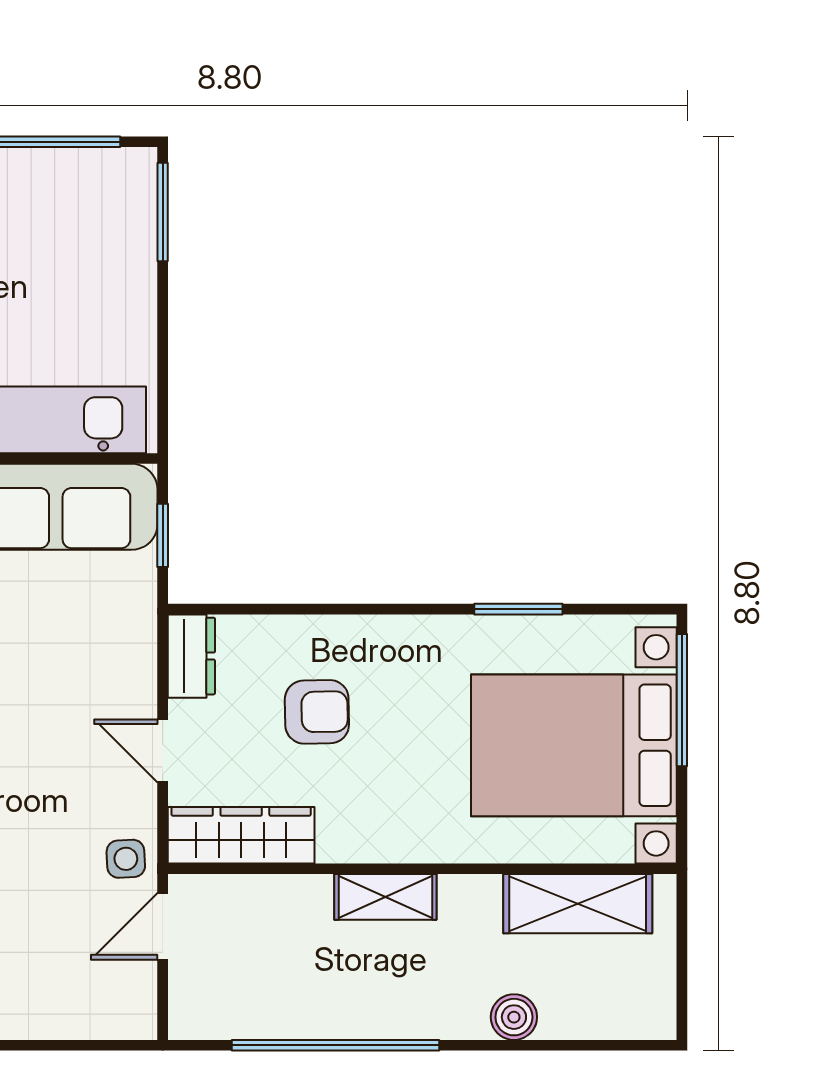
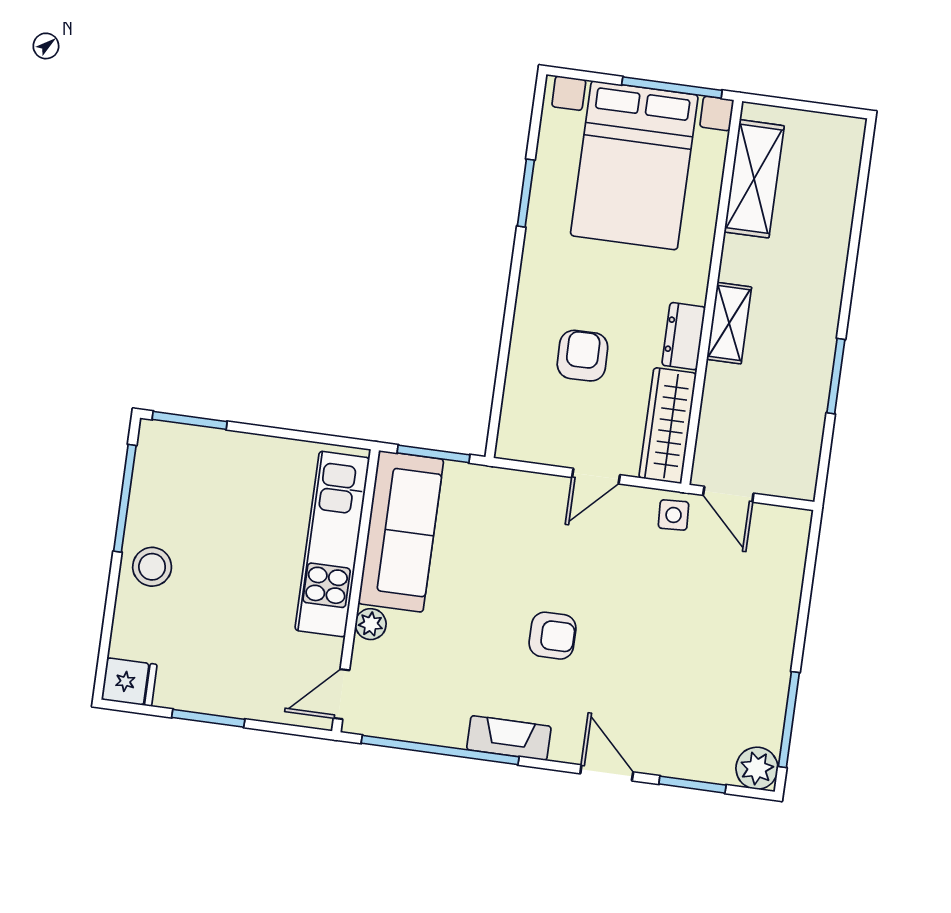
window: (163, 535) -> (434, 454), width x1.50
dresser: (191, 656) -> (684, 336), moved, turned -90
window: (682, 700) -> (672, 88), moved
boiler: (514, 1017) -> (833, 239), removed
window: (335, 1045) -> (836, 376), width x0.47

